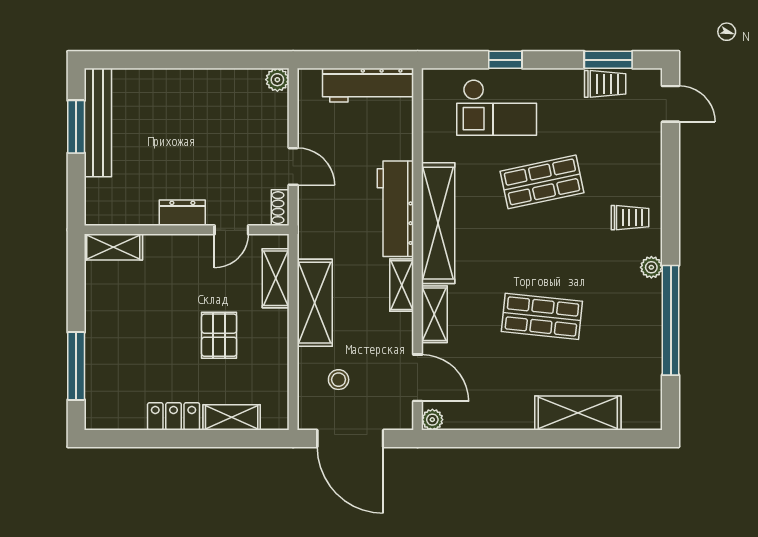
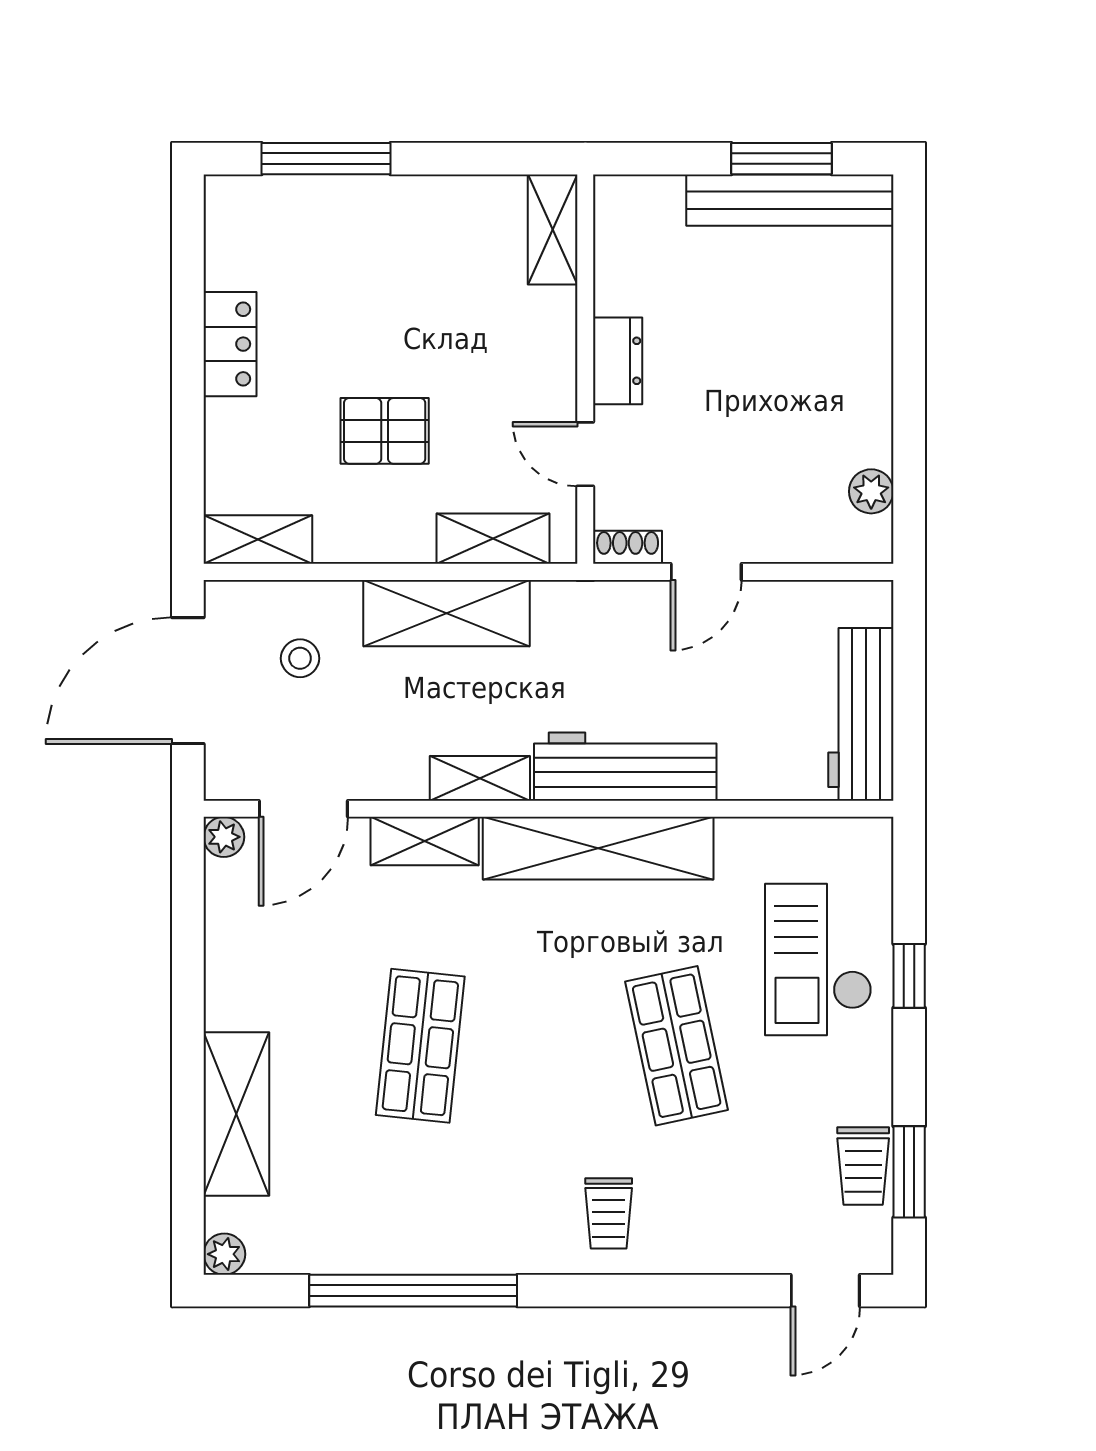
plant: (277, 80) -> (871, 491), moved
plant: (651, 267) -> (224, 1254), moved
shelving: (232, 417) -> (258, 540), moved, turned 90

